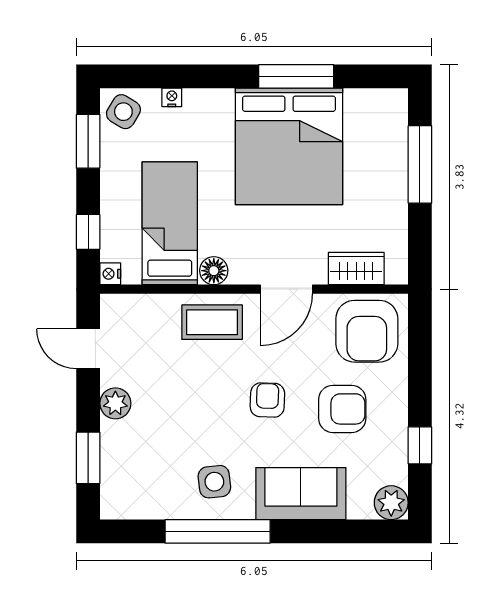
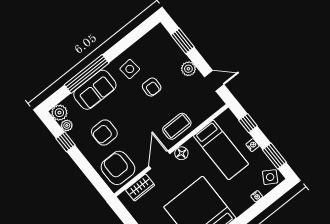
floor lamp: (214, 271) -> (181, 153), moved
nightstand: (110, 274) -> (252, 145), moved
armchair: (267, 400) -> (152, 87), moved
plant: (396, 471) -> (67, 125), added
window: (218, 531) -> (87, 74), moved

